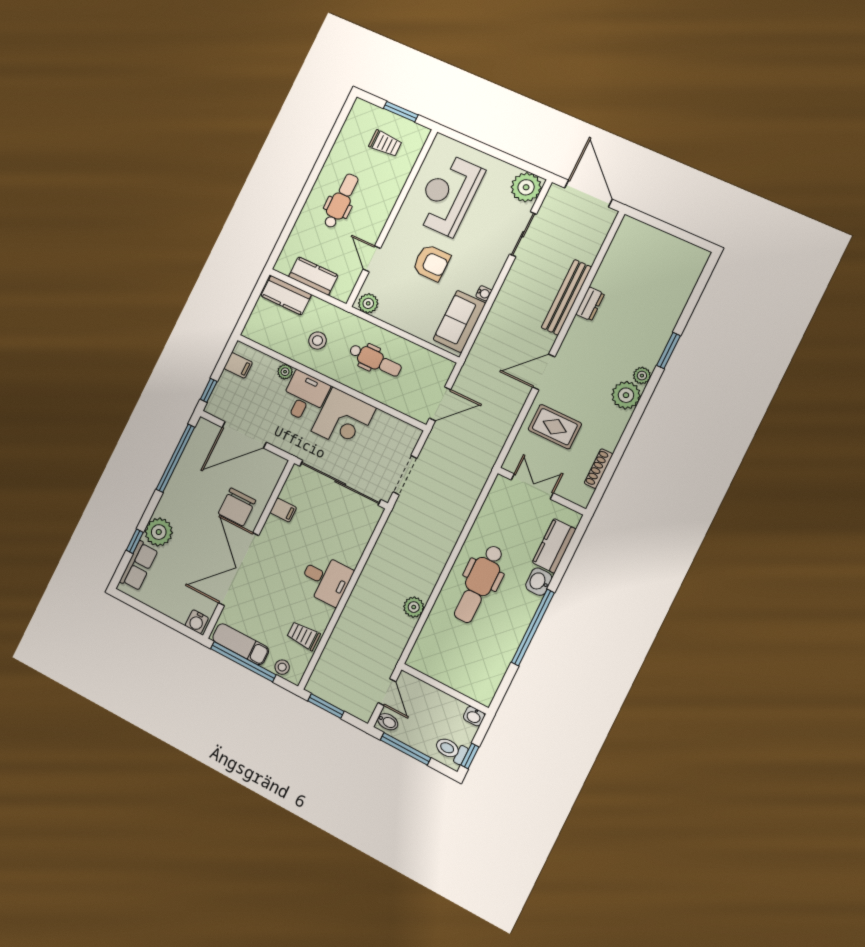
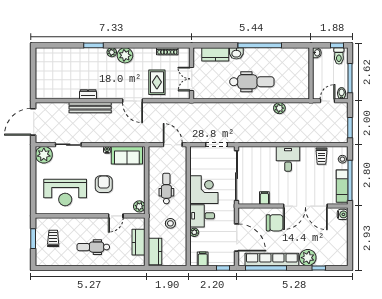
row of seats: (139, 566) -> (272, 259), moved, width x2.02

